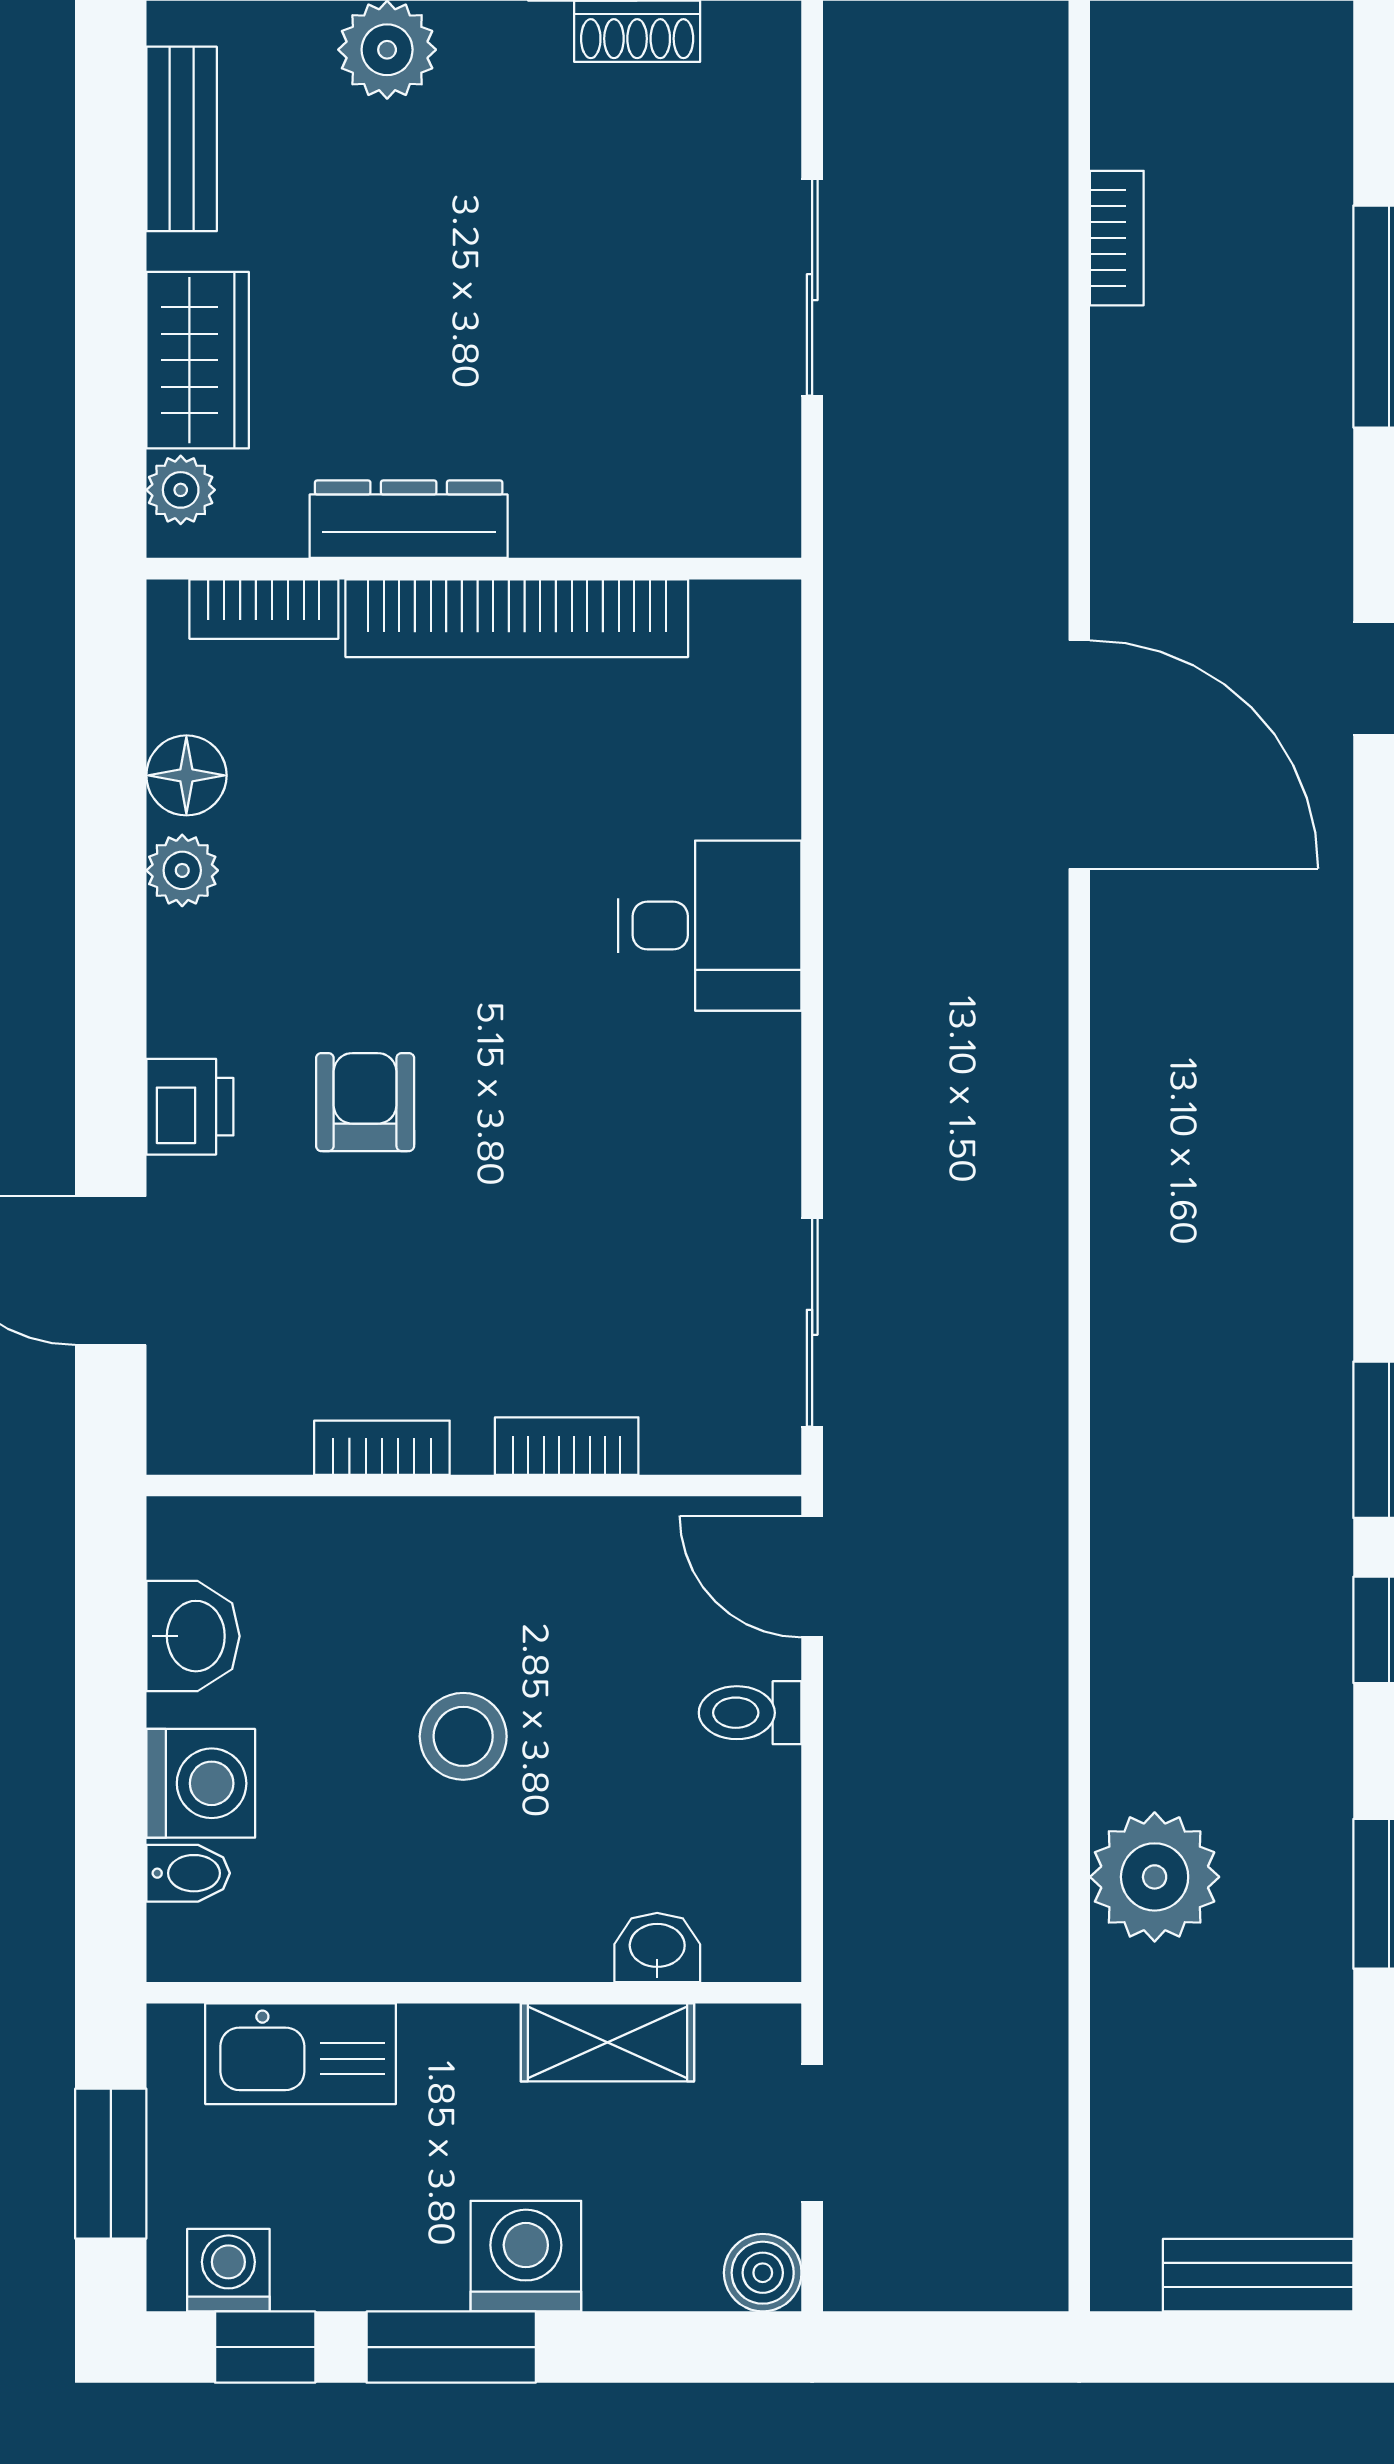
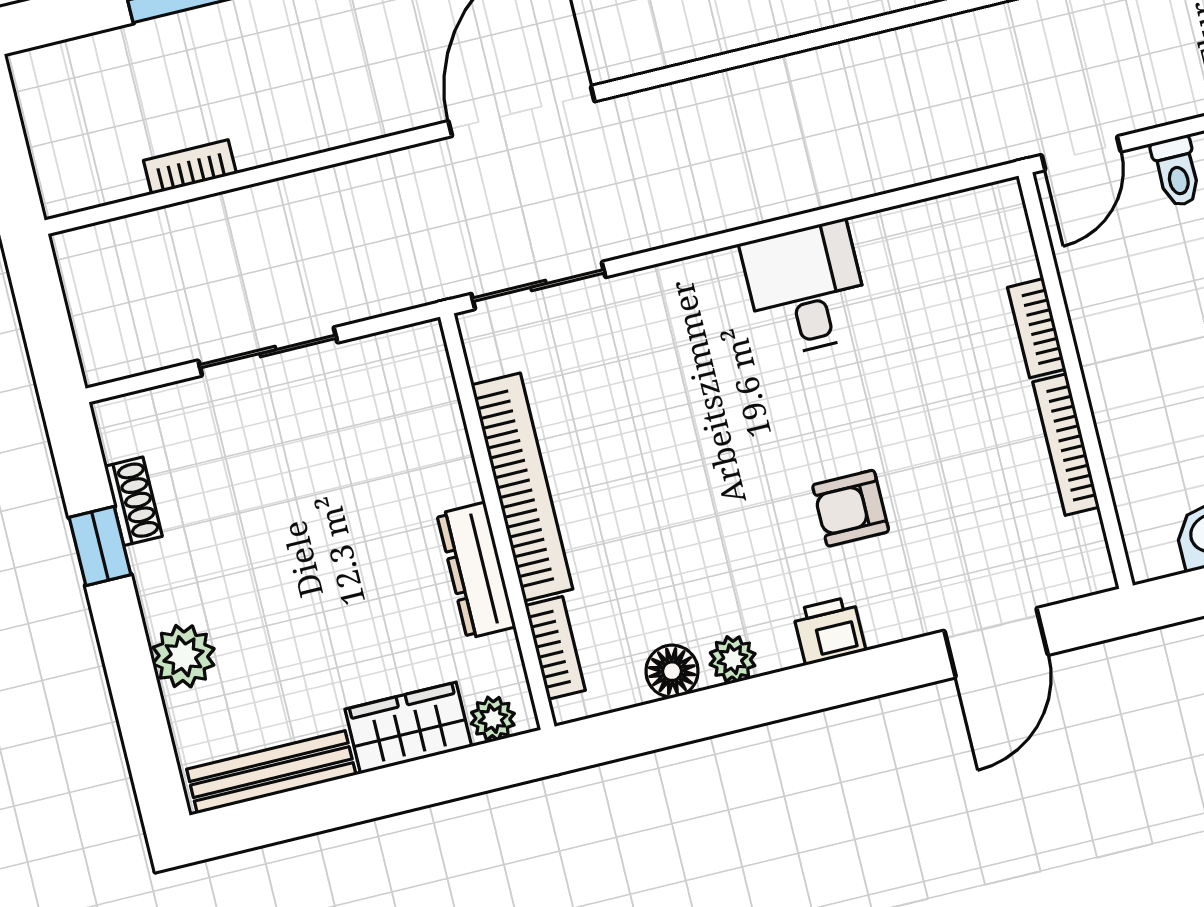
bench: (182, 139) -> (271, 772), width x1.36
desk: (710, 926) -> (806, 289), moved
printer: (190, 1107) -> (829, 631), moved
sliding door: (812, 1322) -> (538, 286), moved
bookcase: (382, 1448) -> (1066, 444), width x1.56

